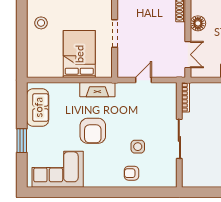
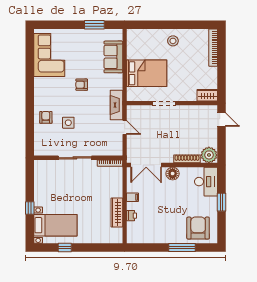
double door: (188, 55) -> (146, 165), width x1.37
fireplace: (97, 90) -> (116, 105), moved
sofa: (38, 107) -> (113, 57), moved, turned 90
armchair: (93, 131) -> (82, 85), width x0.53, depth x0.53
window: (22, 141) -> (94, 25), moved

